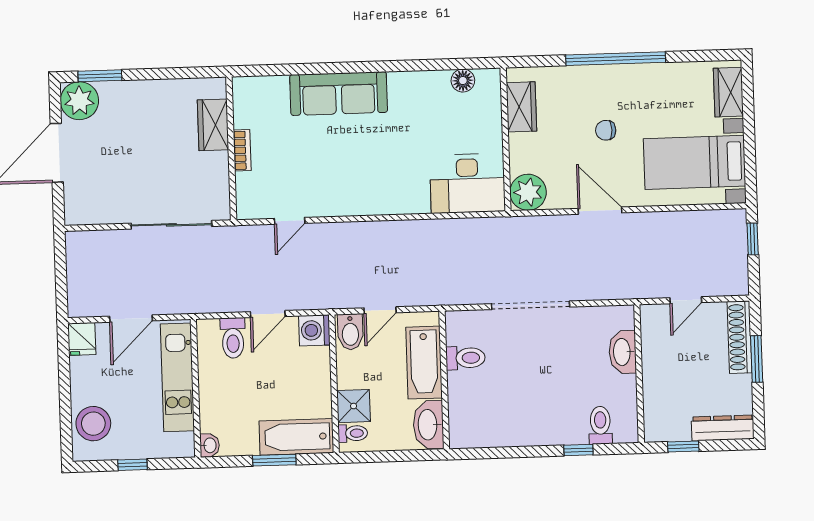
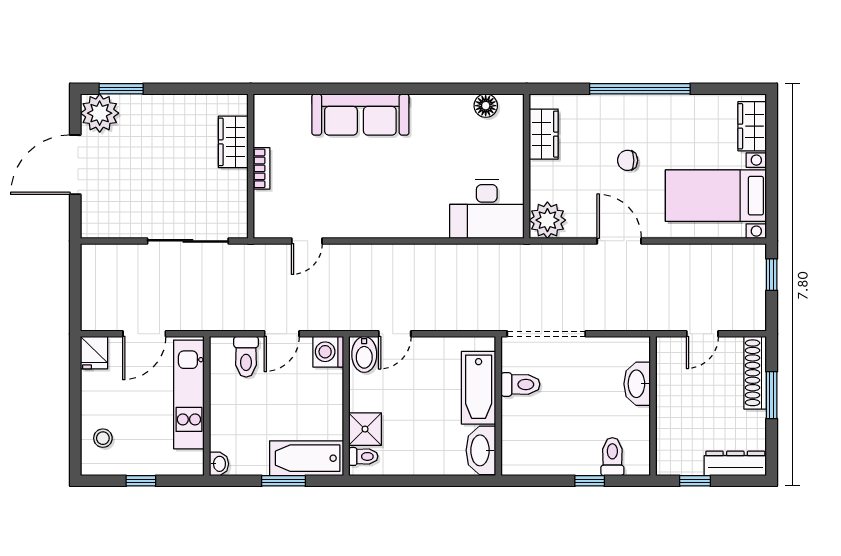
toilet: (465, 358) -> (520, 384), moved
bathtub: (424, 363) -> (479, 388), moved
wall: (444, 380) -> (498, 406), moved
stool: (93, 424) -> (103, 438), width x0.53, depth x0.53
washbasin: (428, 425) -> (481, 450), moved

